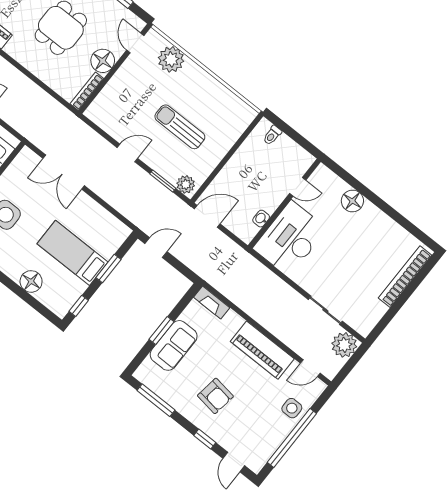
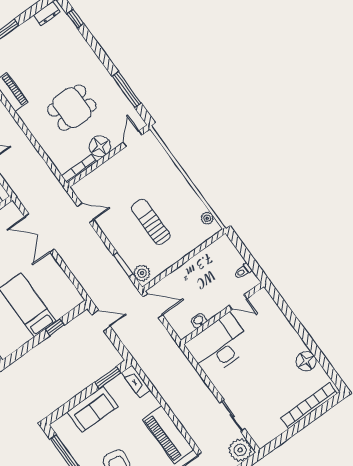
plant: (171, 59) -> (207, 218), moved, width x0.53, depth x0.53
toilet: (272, 135) -> (243, 271), moved
door: (127, 153) -> (86, 213), moved
floor lamp: (352, 201) -> (306, 361), moved
window: (108, 268) -> (55, 327), width x0.67
window: (79, 306) -> (20, 352), removed
window: (162, 331) -> (108, 378), moved

